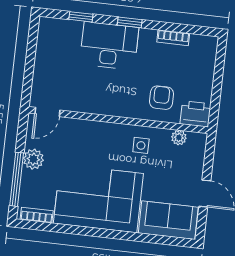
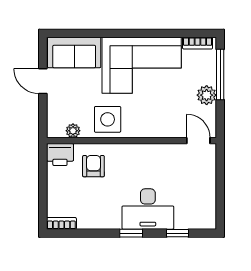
bookcase: (173, 38) -> (61, 223), moved
armchair: (161, 98) -> (93, 166), turned 180
door: (47, 112) -> (198, 141), hinge flipped
side table: (141, 145) -> (108, 119), width x1.87, depth x1.87

